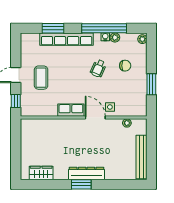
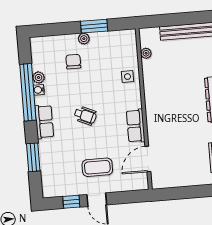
row of seats: (67, 39) -> (44, 122), width x0.50
plant: (142, 39) -> (84, 39), moved
wheelchair: (98, 68) -> (85, 116), moved
window: (16, 101) -> (71, 202), moved
door: (95, 118) -> (148, 159), moved

